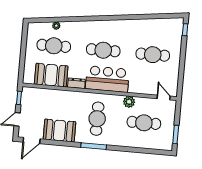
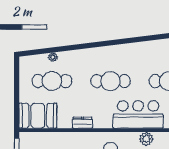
booth: (51, 75) -> (38, 116), moved
bar counter: (107, 79) -> (138, 114), moved

